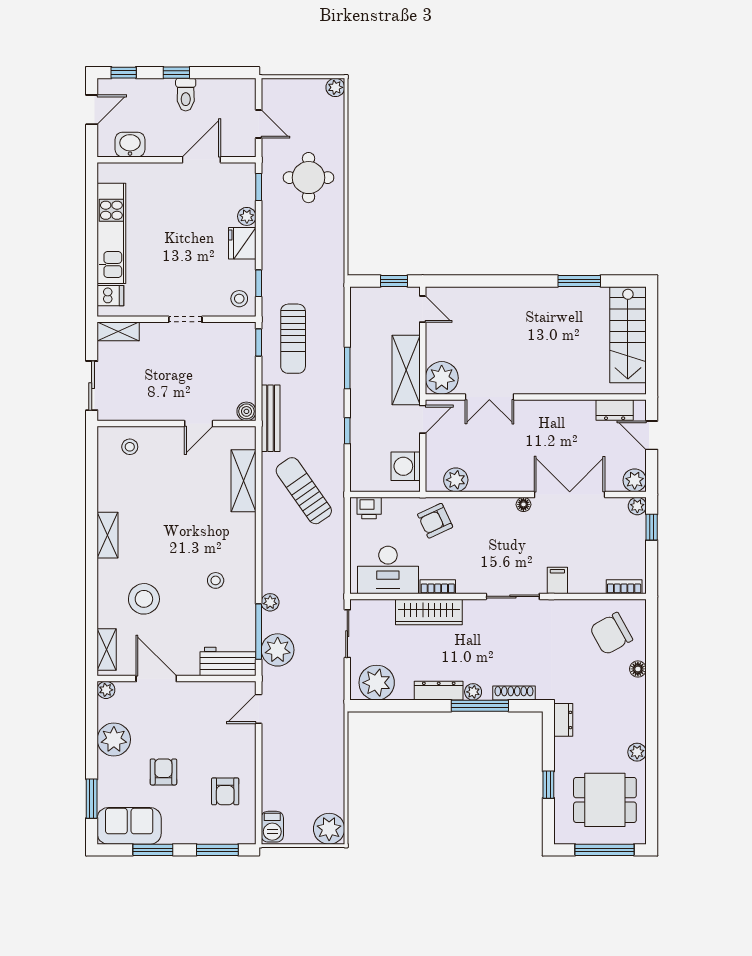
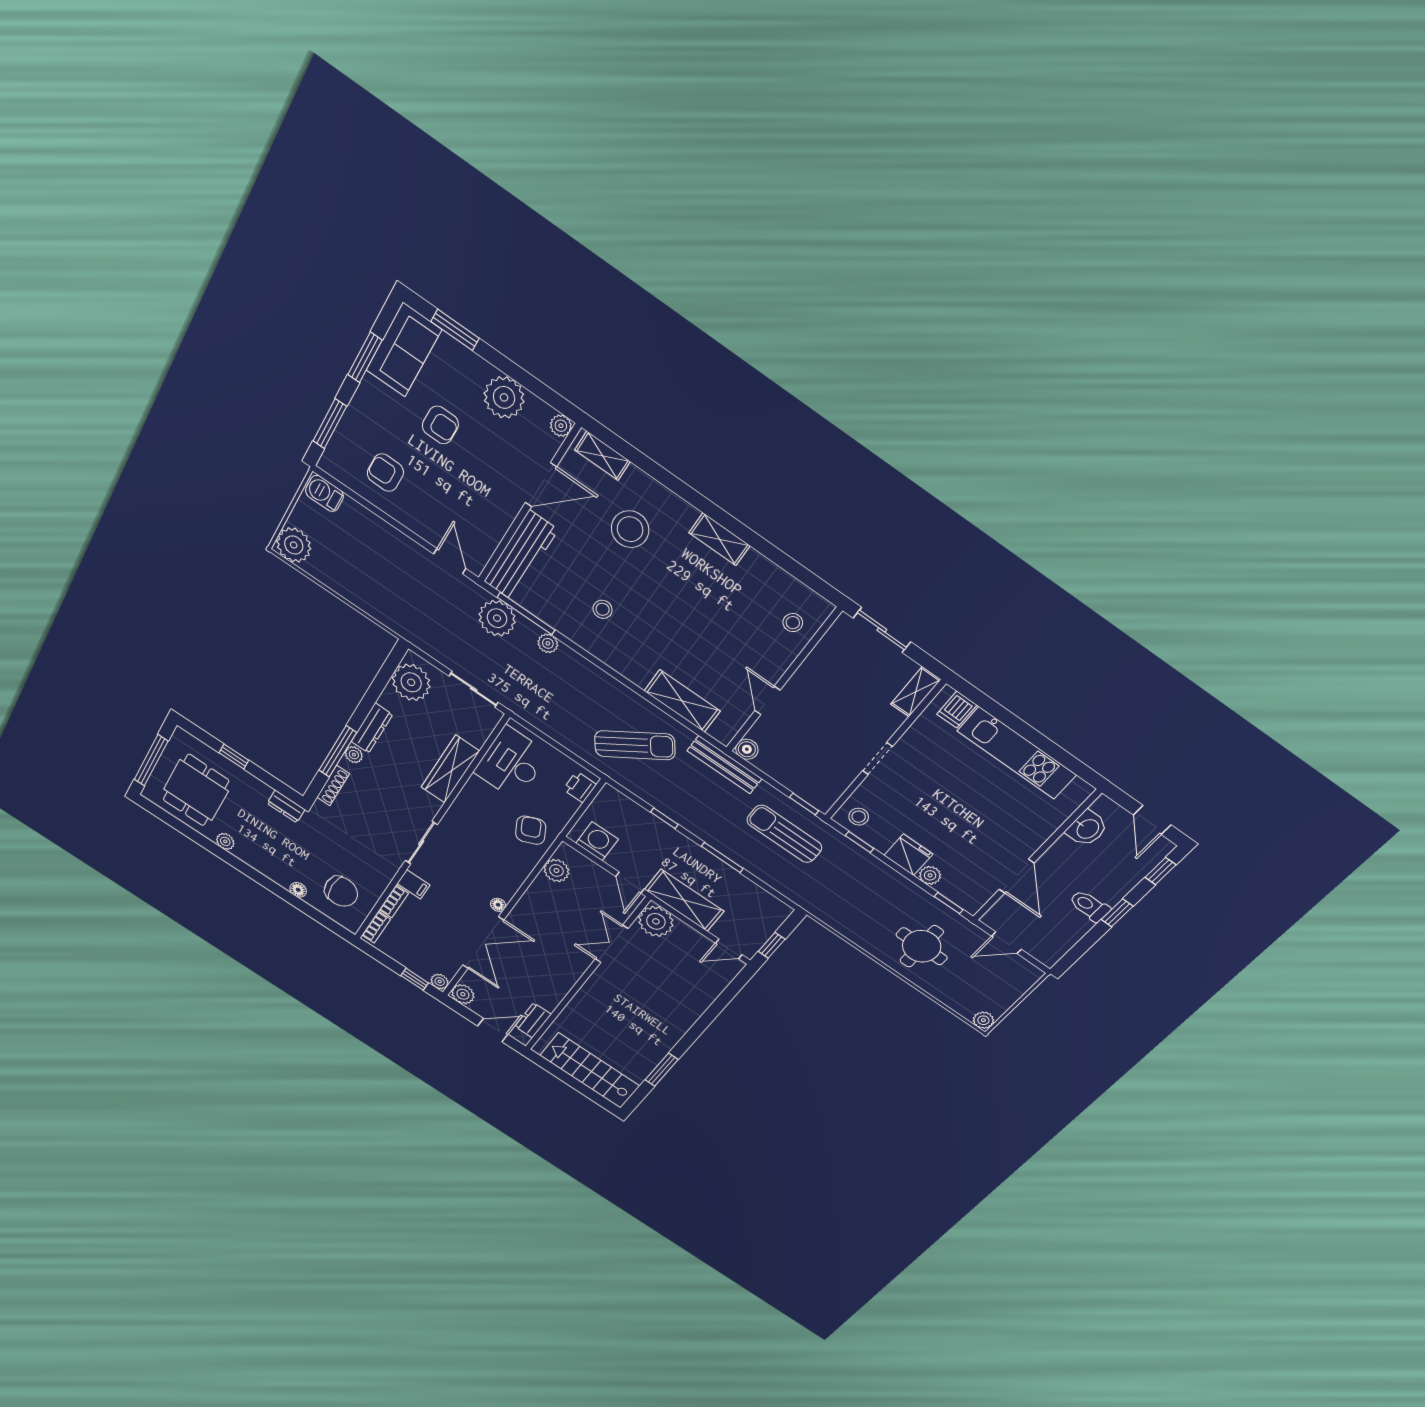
bookcase: (438, 587) -> (394, 901), moved
chair: (611, 634) -> (341, 891), turned 119
workbench: (228, 661) -> (521, 556), width x1.38

